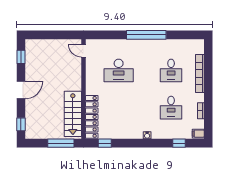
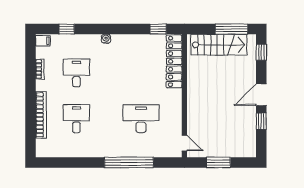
window: (56, 35) -> (218, 162), added
window: (146, 35) -> (129, 162), moved
window: (21, 57) -> (261, 121), moved
stairs: (73, 114) -> (219, 45), moved, turned 90
window: (61, 143) -> (231, 29), moved

